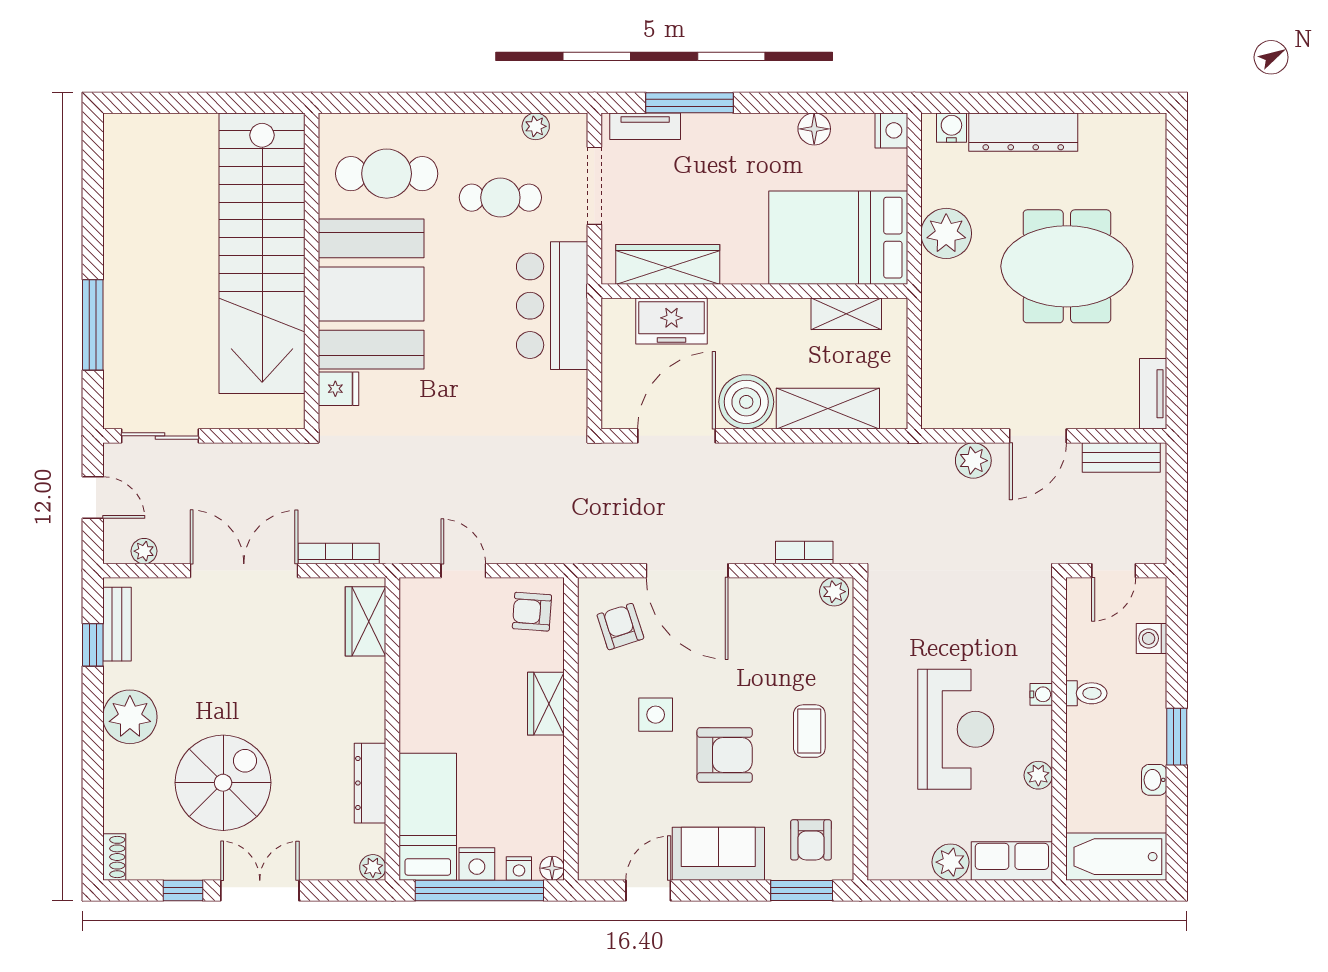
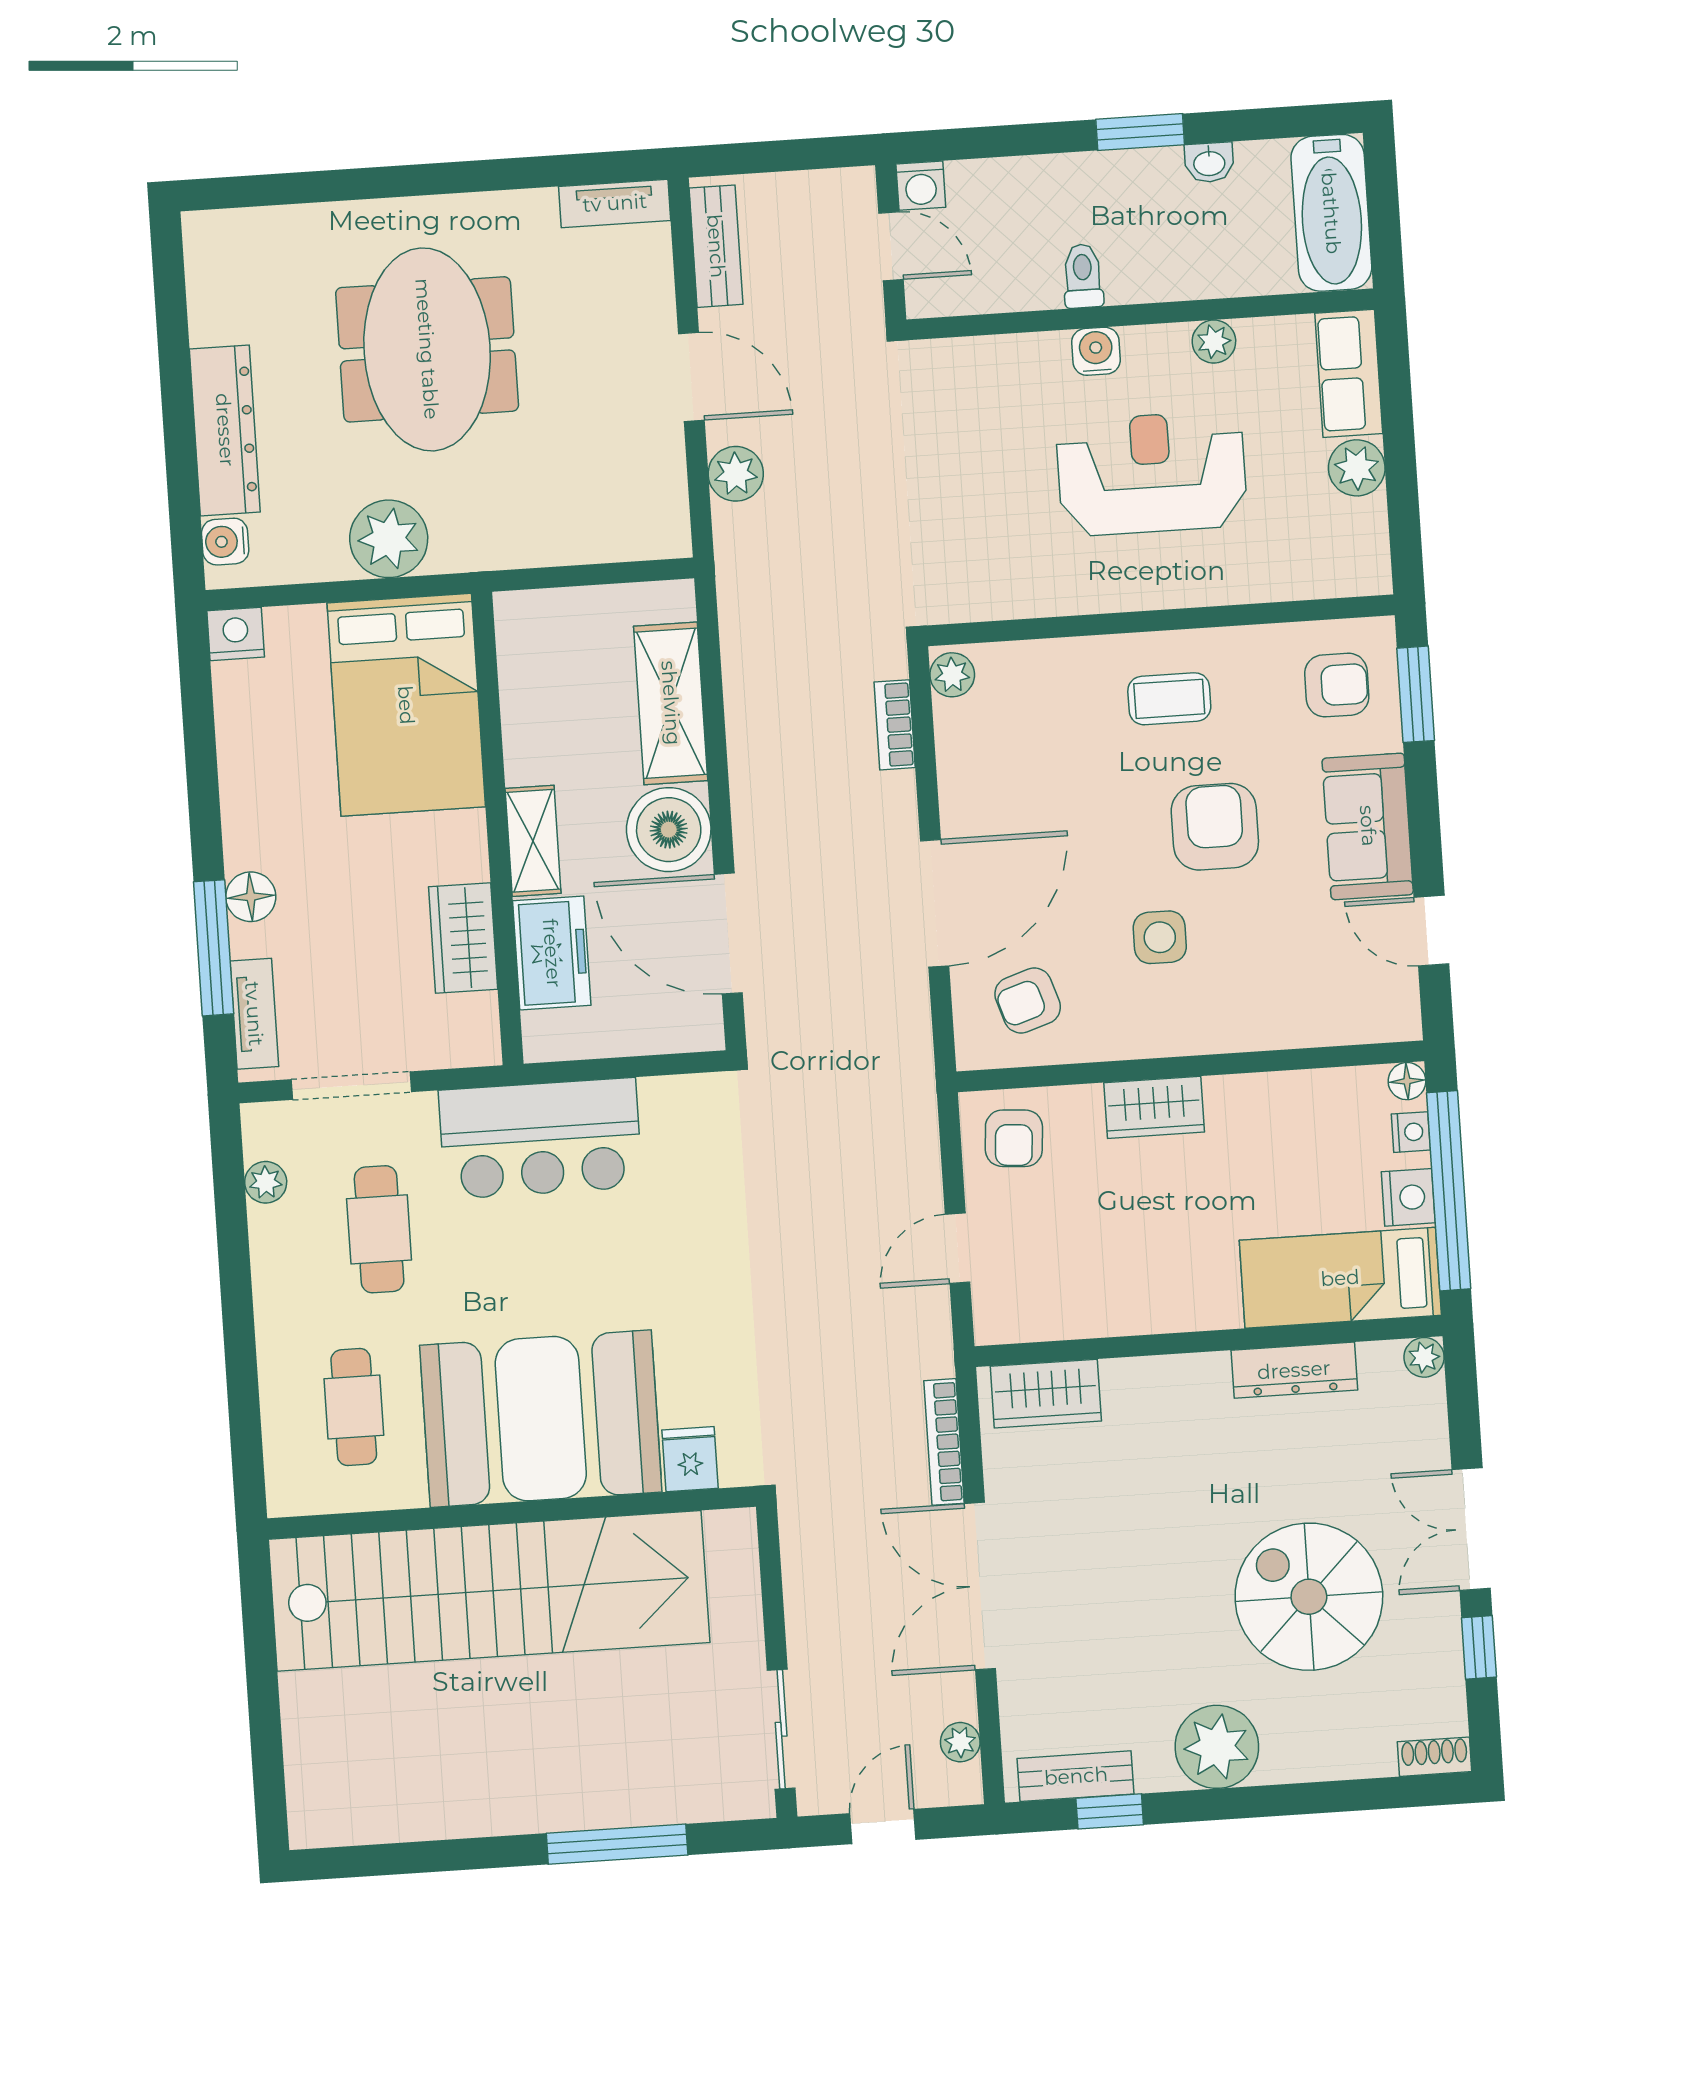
floor lamp: (814, 129) -> (251, 897), moved
cafe table: (387, 174) -> (354, 1407), width x0.73, depth x0.74
wardrobe: (668, 264) -> (463, 938), width x0.67
shelving: (846, 314) -> (533, 841), moved
washing machine: (1152, 638) -> (921, 186), moved
water cooler: (1041, 694) -> (1096, 351), width x1.38, depth x1.38

